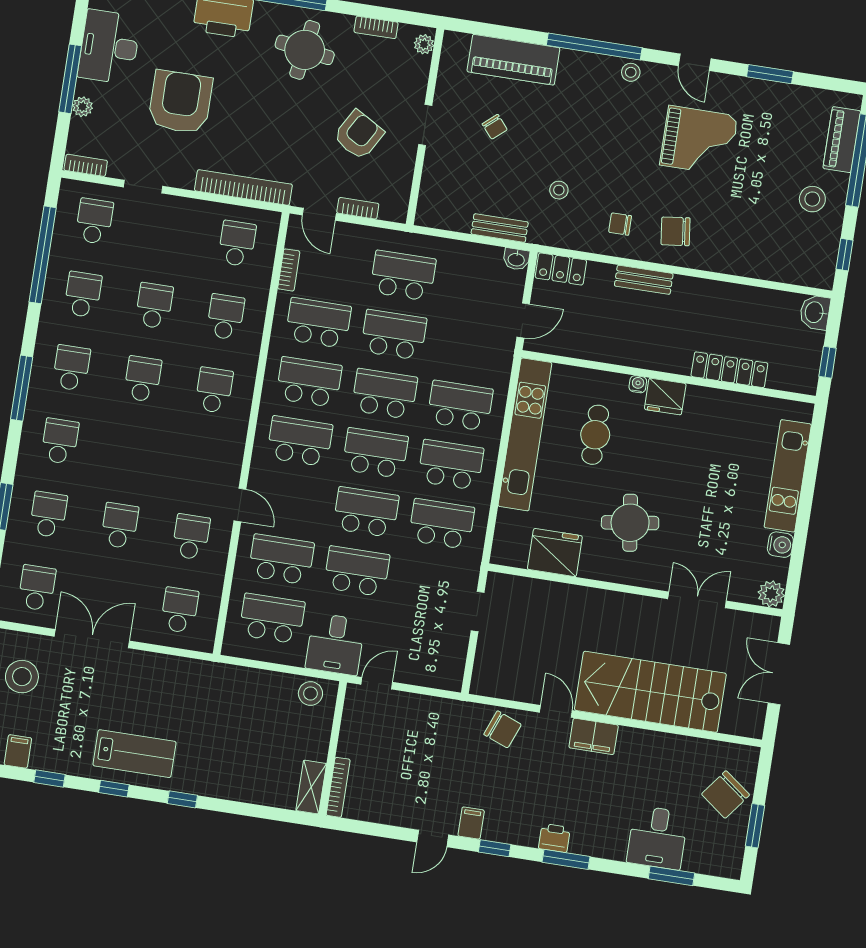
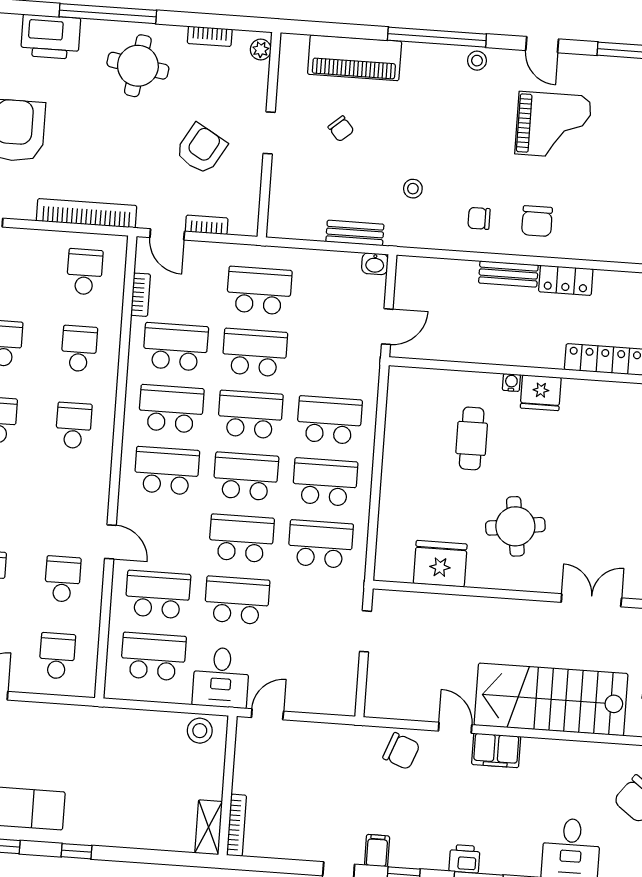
chair: (675, 231) -> (537, 221), turned -83
locker: (561, 269) -> (566, 280), moved
kitchen unit: (525, 434) -> (399, 444), removed

